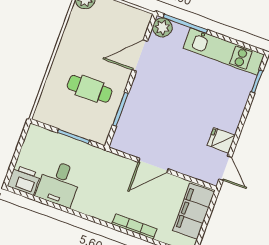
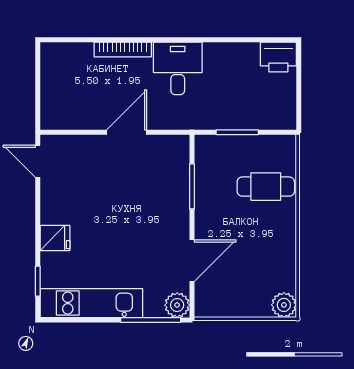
cafe table: (90, 89) -> (266, 187), moved
fridge: (221, 140) -> (55, 238), moved
desk: (59, 184) -> (178, 68), moved
filing cabinet: (194, 211) -> (57, 94), removed

